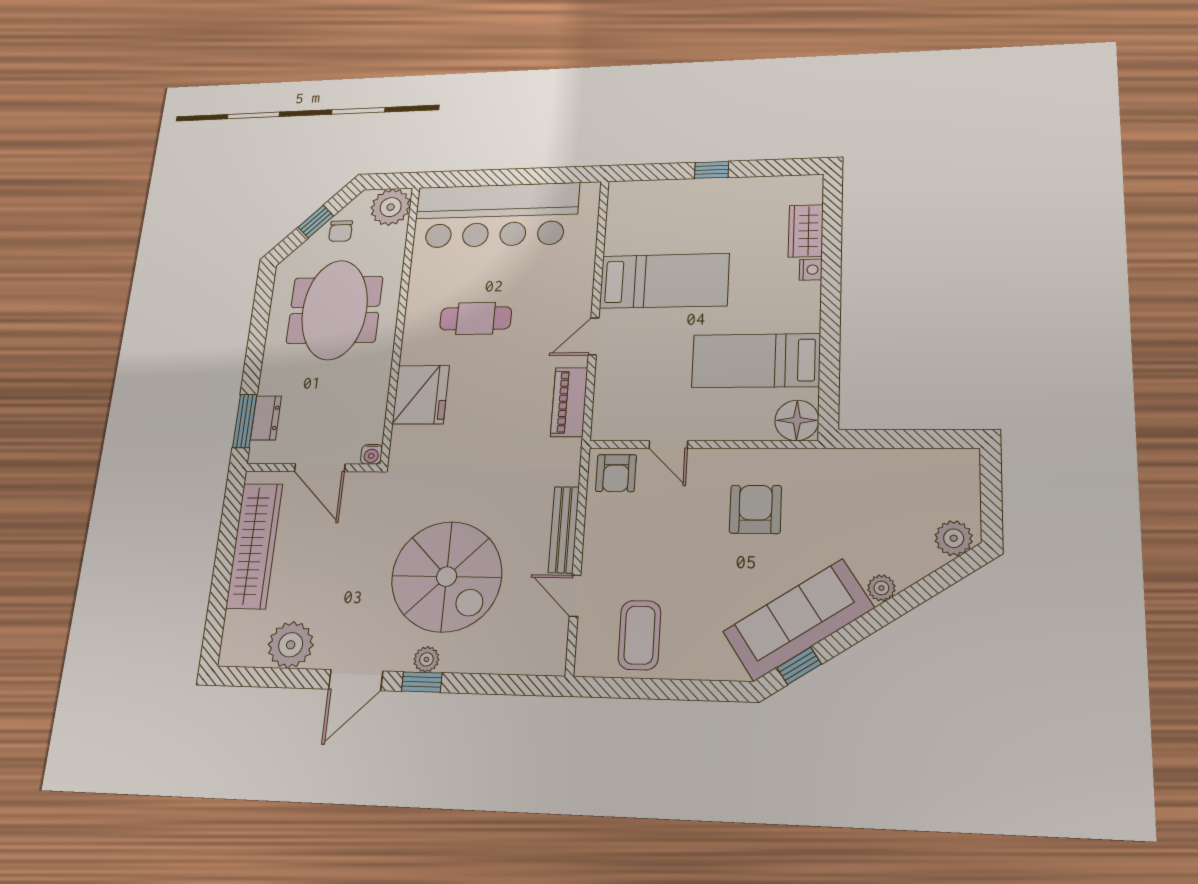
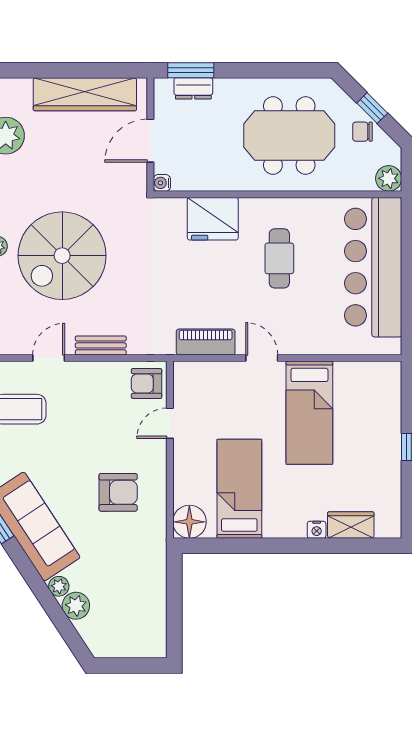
plant: (391, 207) -> (389, 178), width x0.73, depth x0.73
bench: (564, 530) -> (101, 345), width x0.73
plant: (954, 538) -> (76, 606), moved

